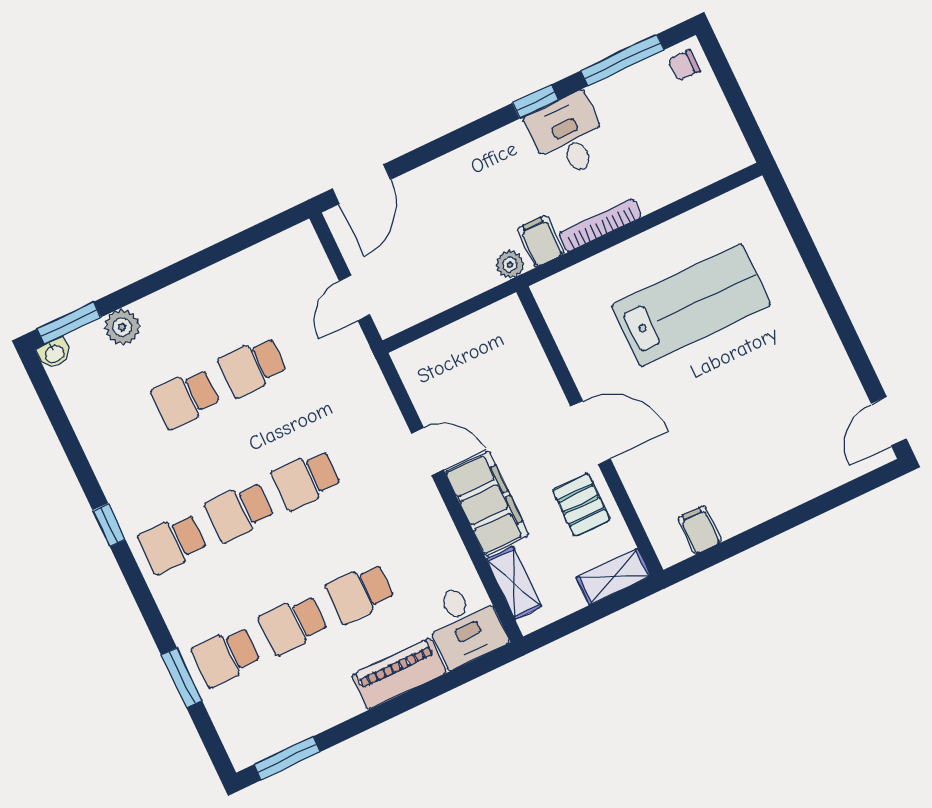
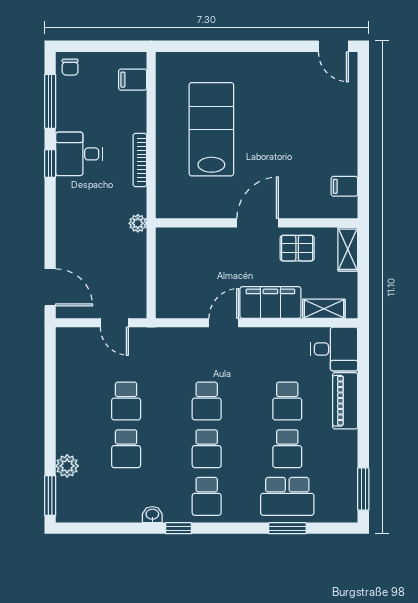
filing cabinet: (541, 241) -> (133, 80), moved
washbasin: (54, 353) -> (152, 515), moved, turned -90
school desk: (226, 656) -> (287, 496), width x1.85

